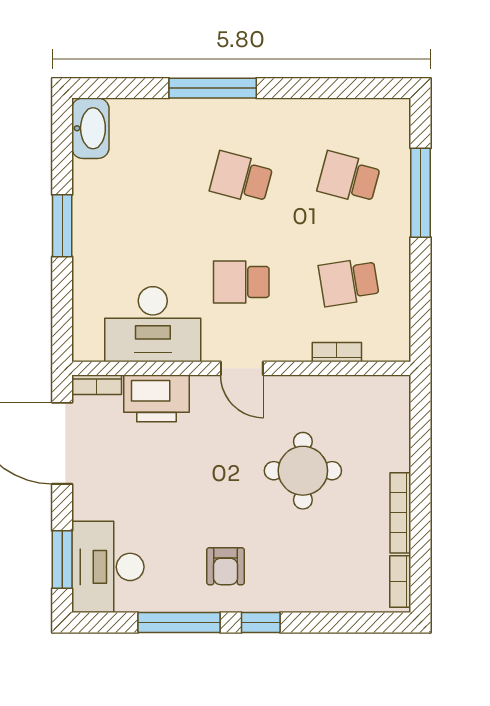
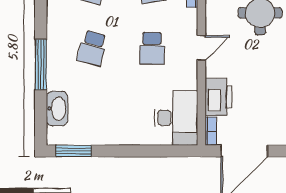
washbasin: (90, 128) -> (57, 109), moved, turned 90
window: (62, 226) -> (74, 151), moved
desk: (153, 324) -> (176, 118), moved

